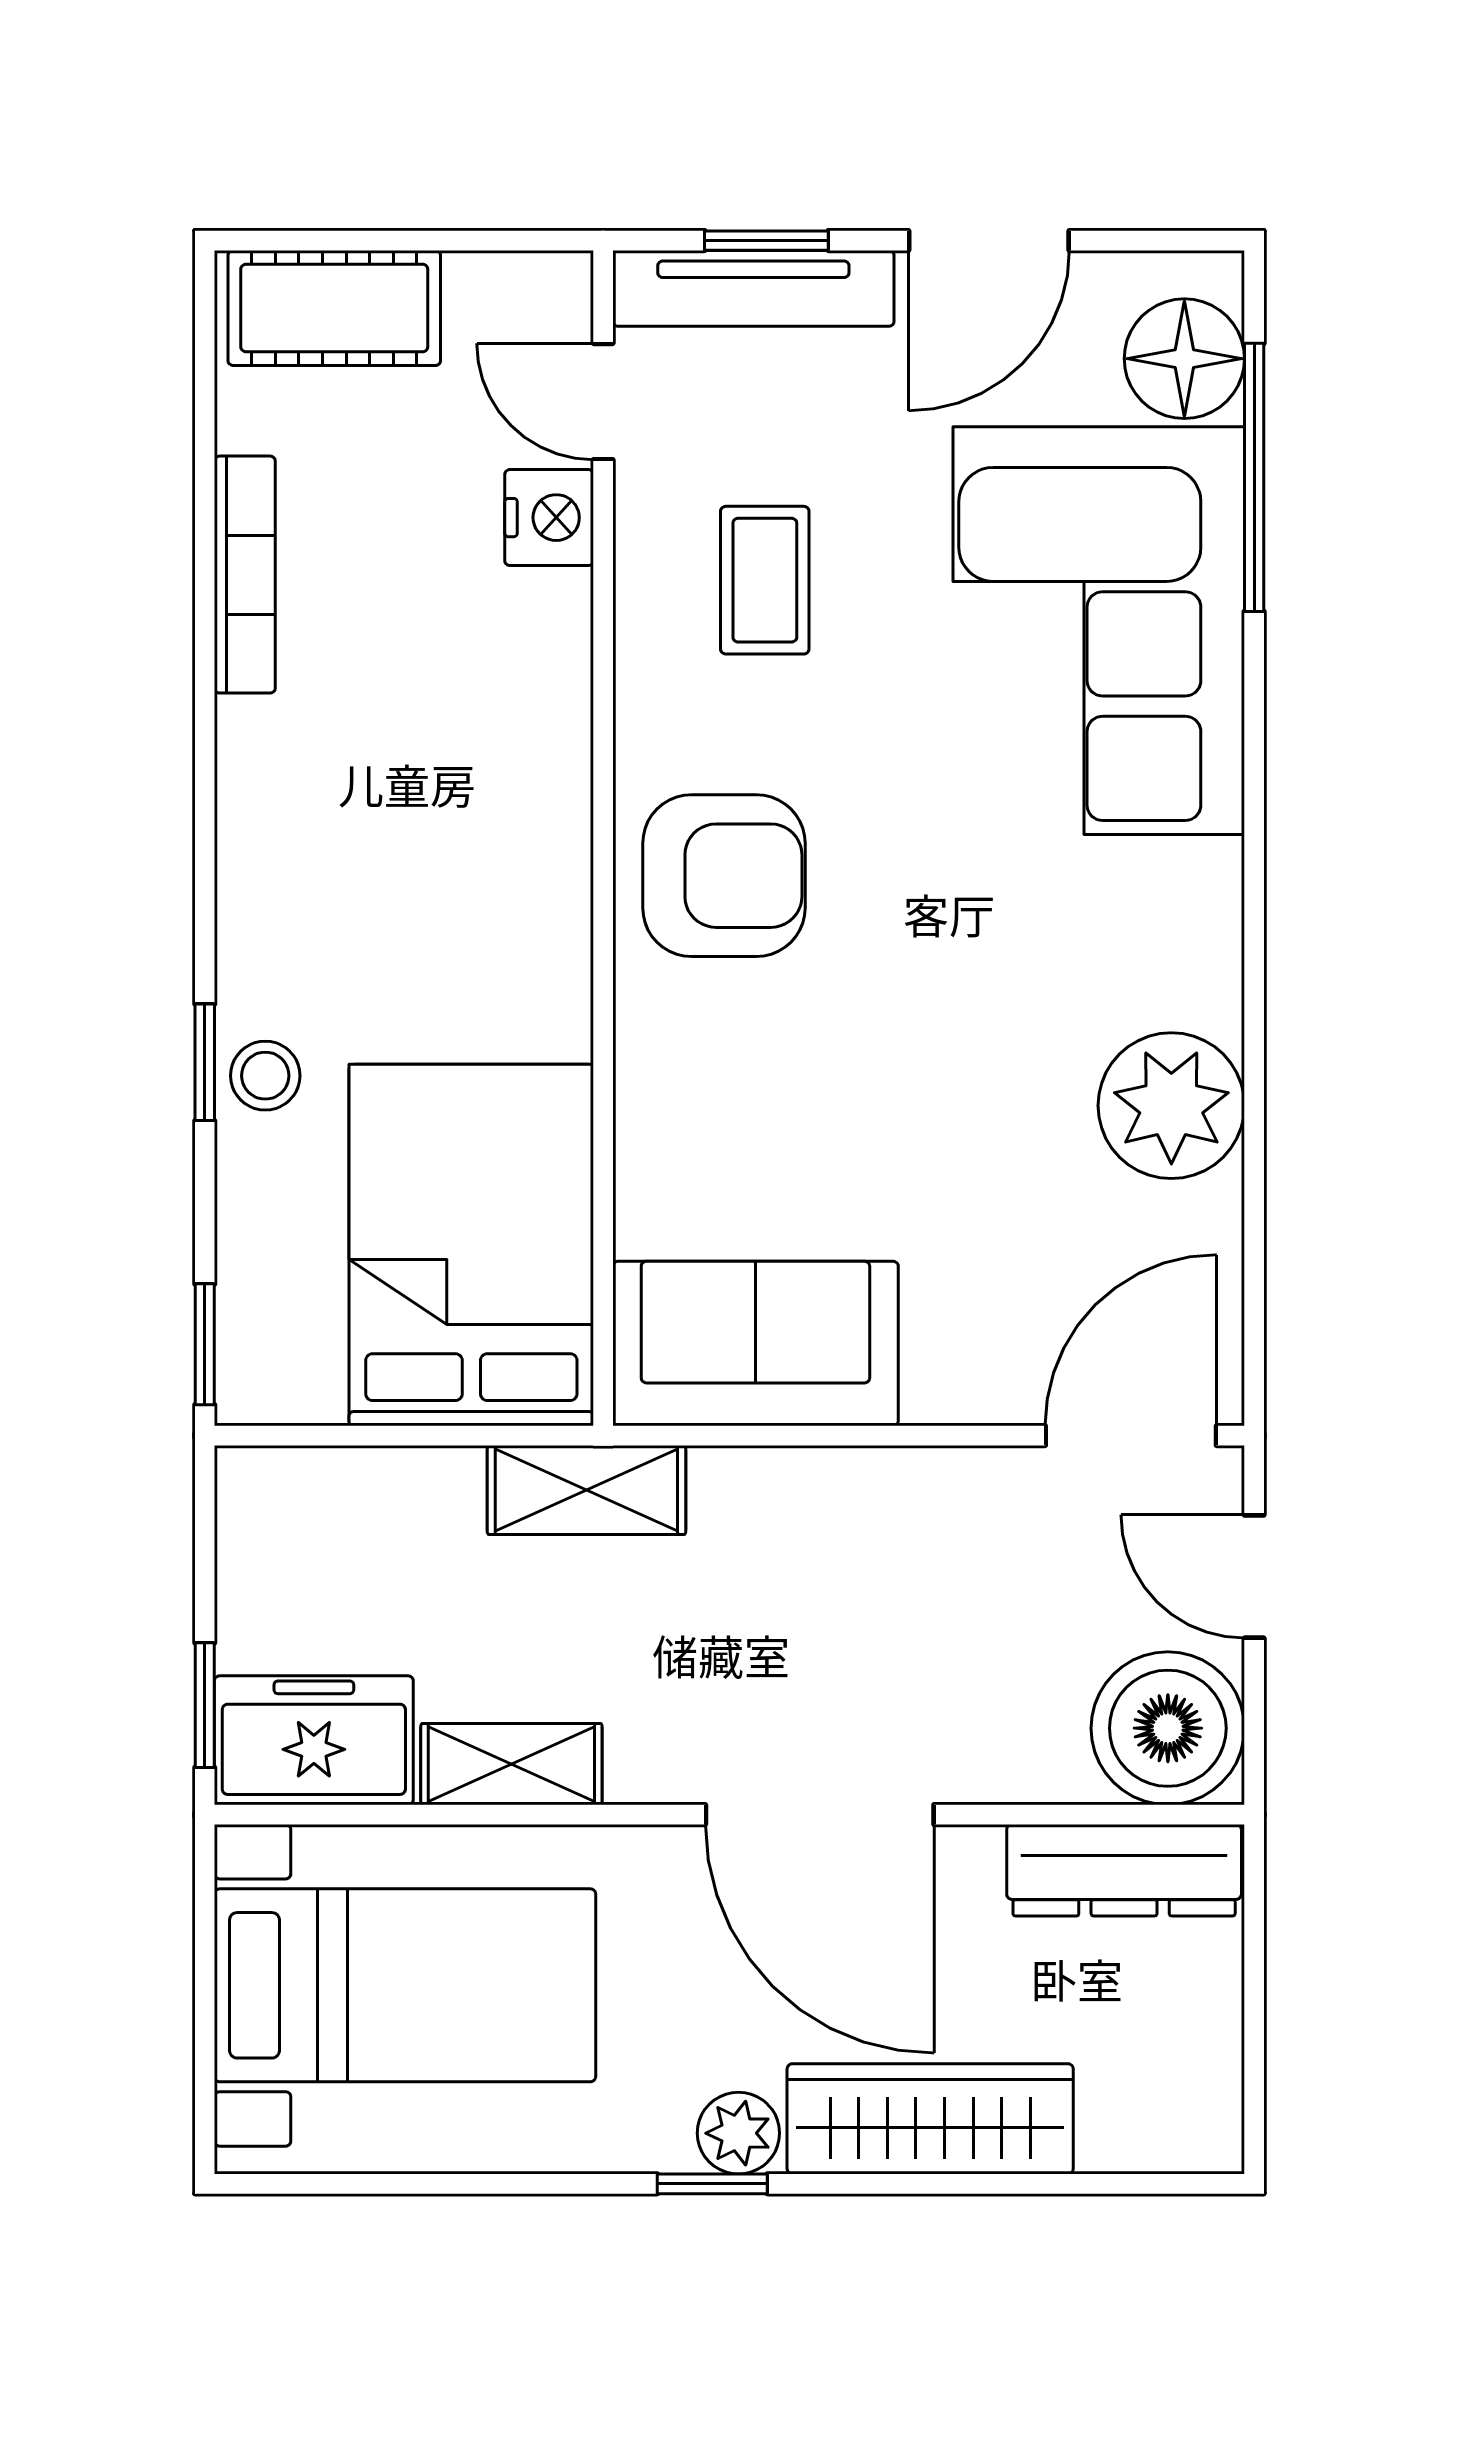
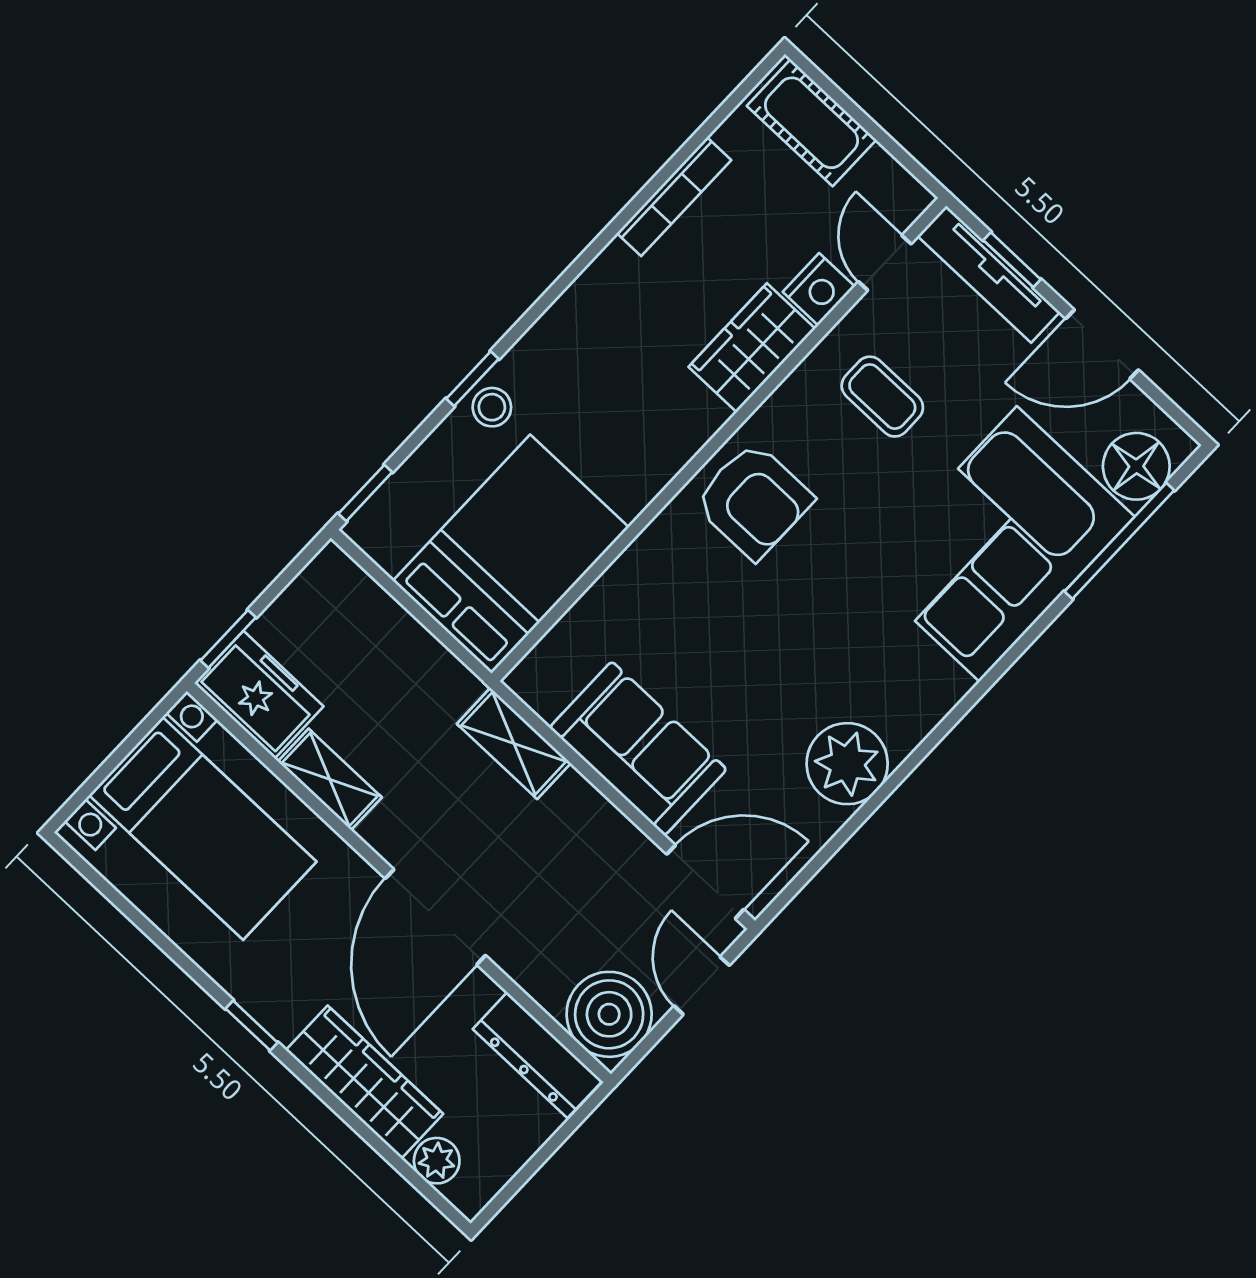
coffee table: (765, 580) -> (882, 397), turned 90
wardrobe: (533, 677) -> (752, 348), added
sofa: (755, 1343) -> (638, 748), moved
shelving: (586, 1490) -> (514, 743), moved
plant: (738, 2133) -> (437, 1161), moved

